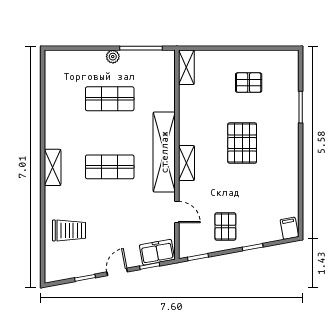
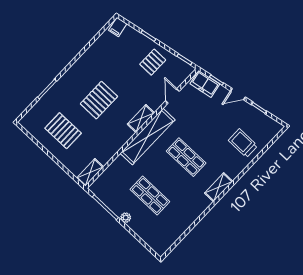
pallet: (249, 83) -> (63, 131), width x1.50, depth x1.42

